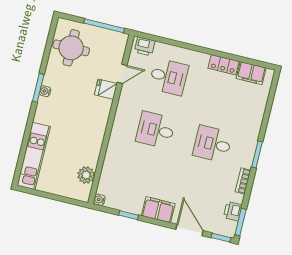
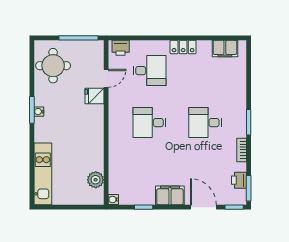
locker: (224, 65) -> (183, 47), moved

